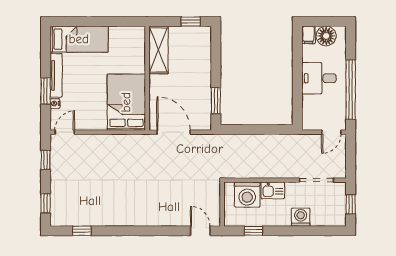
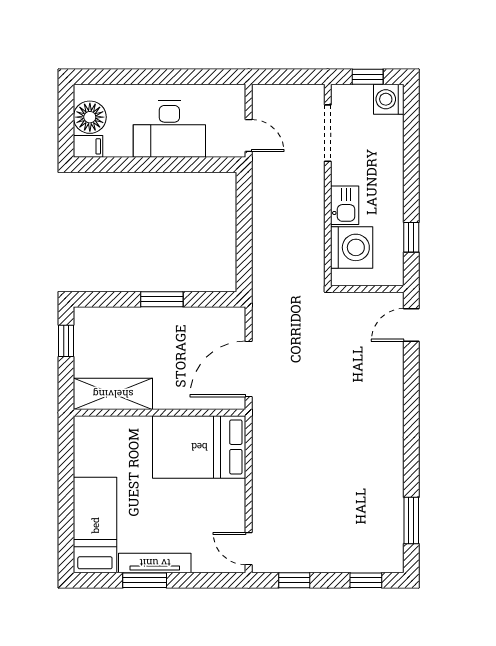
desk: (319, 78) -> (169, 129), width x1.37
window: (351, 90) -> (179, 77), removed
window: (46, 91) -> (145, 580), moved
window: (216, 101) -> (162, 299), moved
nightstand: (55, 104) -> (201, 565), removed
door: (331, 132) -> (249, 136), moved
washing machine: (301, 217) -> (389, 99), moved
window: (82, 231) -> (411, 520), width x1.50

